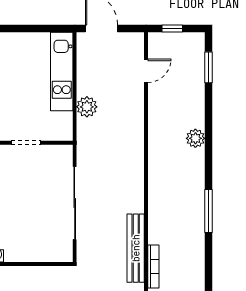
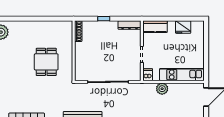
dishwasher: (62, 133) -> (148, 75), added

